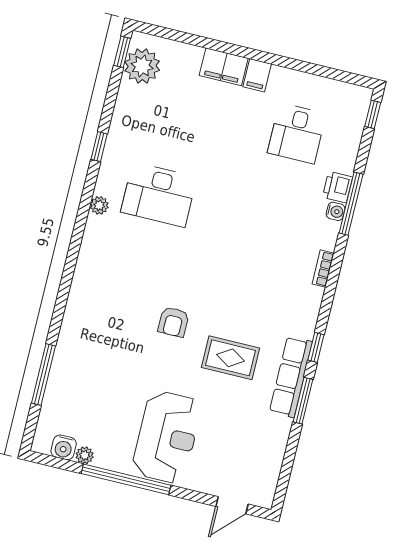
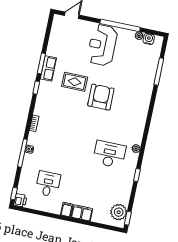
printer: (337, 187) -> (20, 200), moved
armchair: (173, 322) -> (101, 97), width x1.88, depth x1.88
row of seats: (291, 377) -> (48, 68), width x0.68

